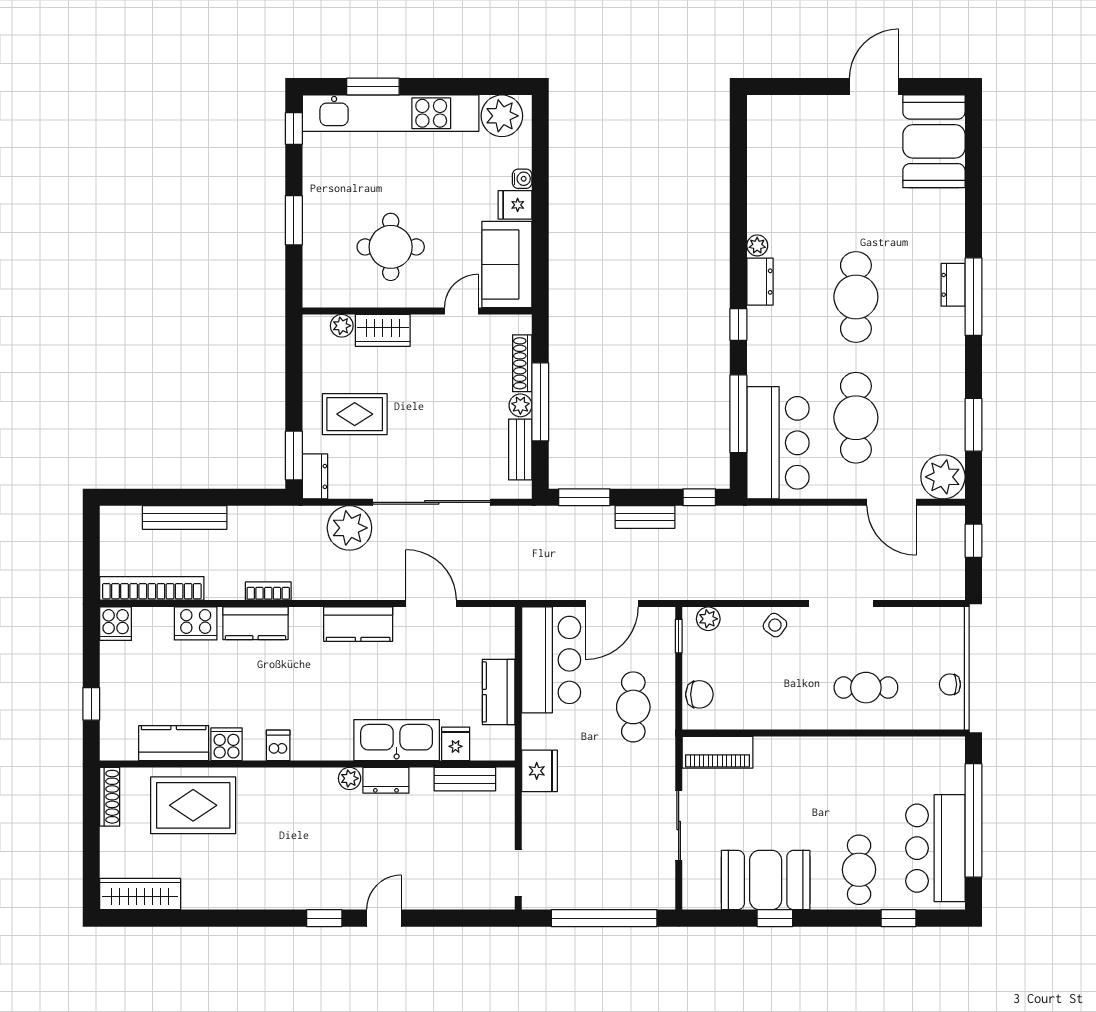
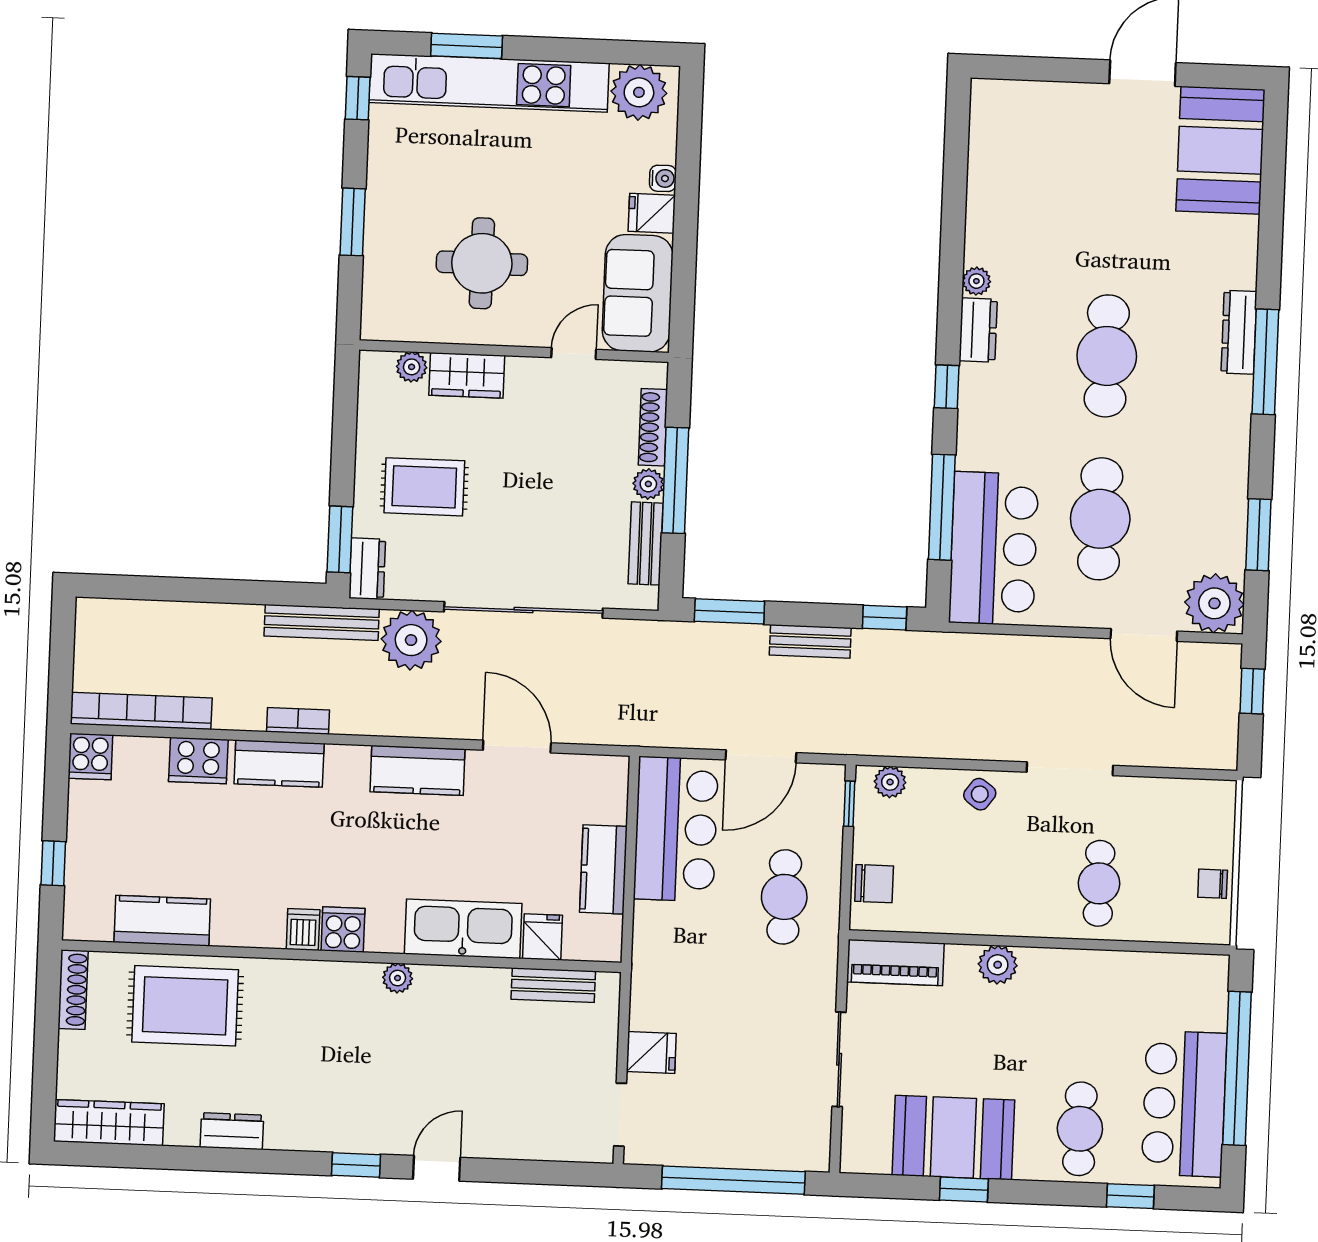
dresser: (953, 285) -> (1239, 332), width x1.44
bench: (185, 518) -> (322, 622), moved
cafe table: (866, 688) -> (1099, 883), turned 90
cooker: (227, 744) -> (343, 930), moved
plant: (793, 751) -> (998, 965), added
fridge: (540, 771) -> (651, 1053), moved, width x0.72
dresser: (386, 780) -> (232, 1131), moved, turned 180

